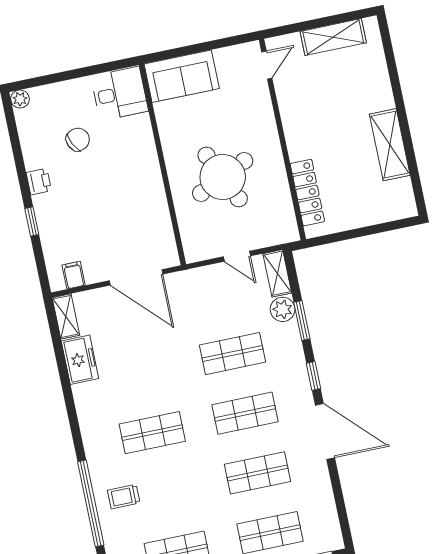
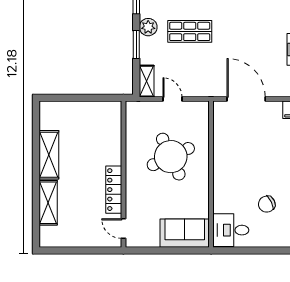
shelving: (333, 37) -> (48, 203), moved, turned 90
door: (267, 65) -> (123, 229), hinge flipped
locker: (307, 193) -> (114, 190), moved
plant: (283, 309) -> (148, 27), moved

